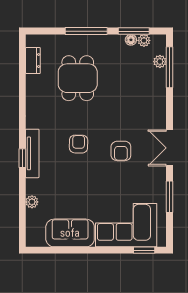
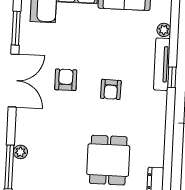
plant: (160, 62) -> (20, 152), moved
double door: (170, 148) -> (13, 80), width x1.37
tv unit: (32, 153) -> (162, 64), moved

